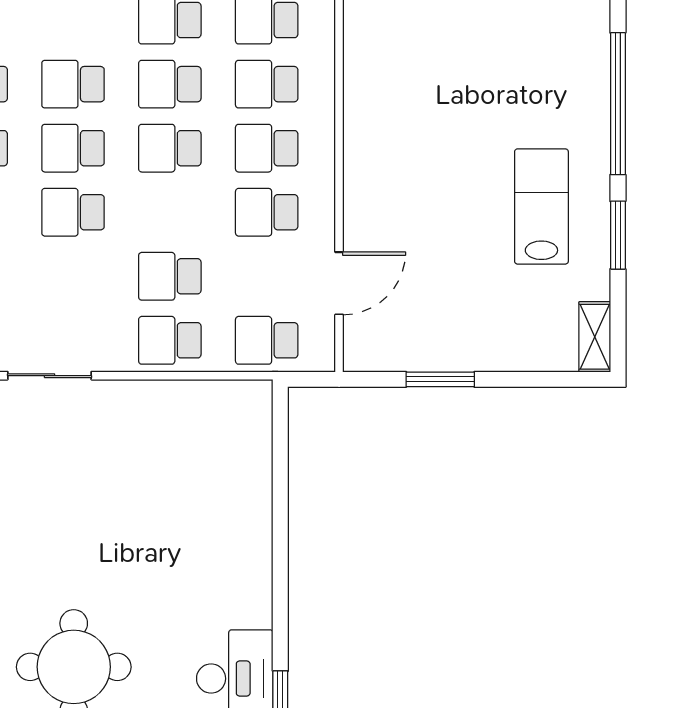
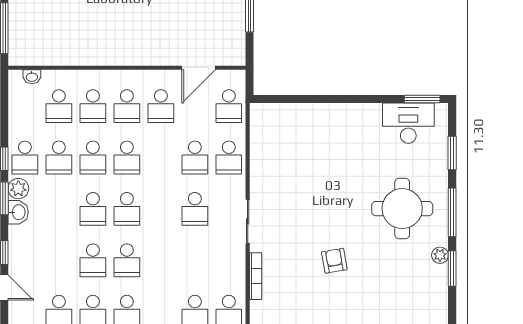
school desk: (73, 212) -> (195, 209), moved
door: (339, 283) -> (199, 68), swing flipped

